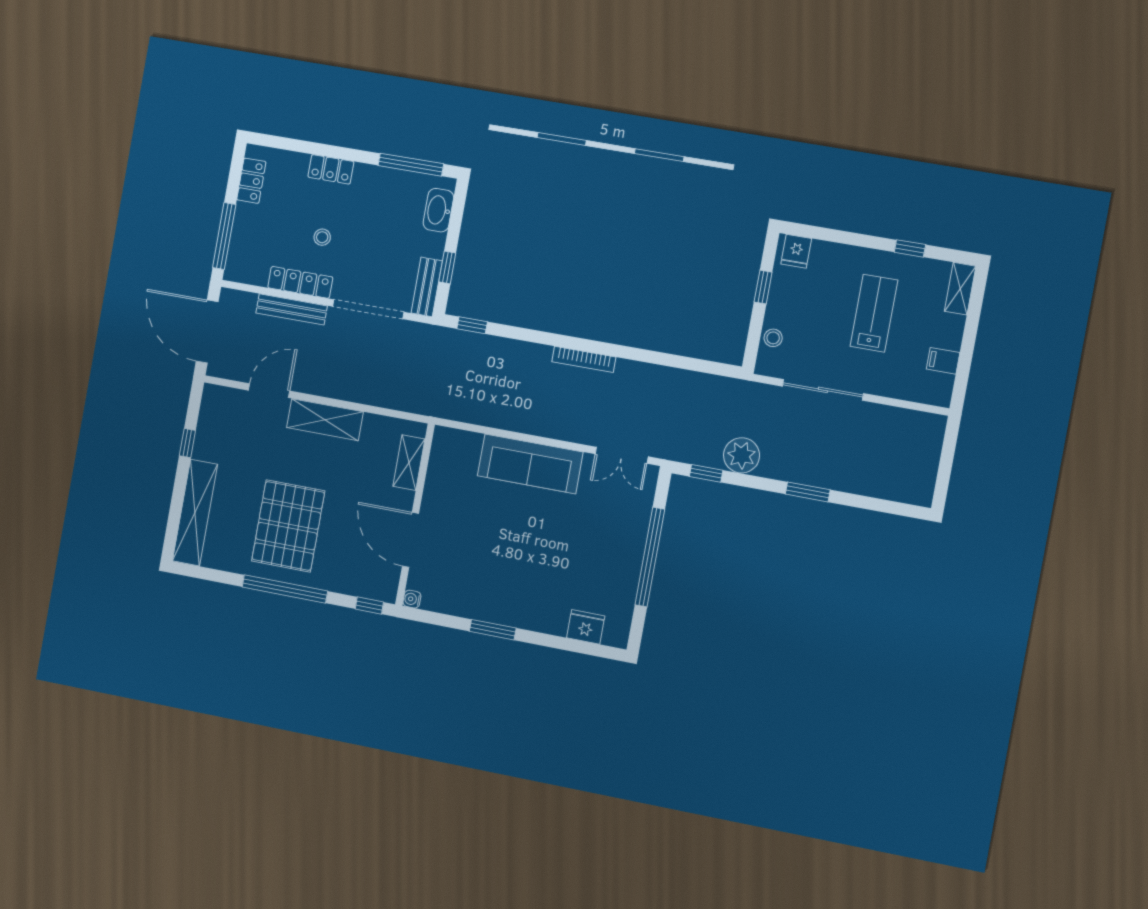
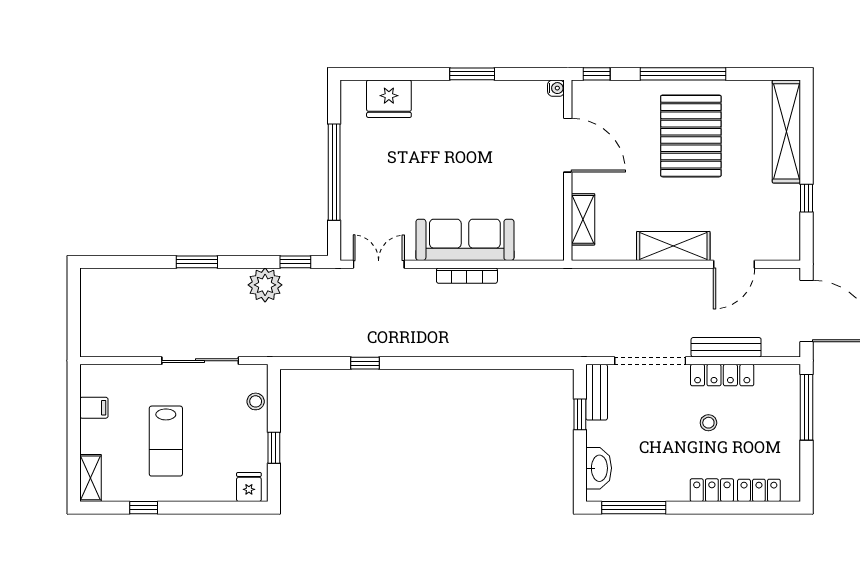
locker: (251, 181) -> (759, 490), moved, turned 90
window: (472, 325) -> (365, 363), moved
bookcase: (584, 359) -> (467, 276), moved, turned 180
fridge: (586, 627) -> (389, 99), width x1.36, depth x1.34

